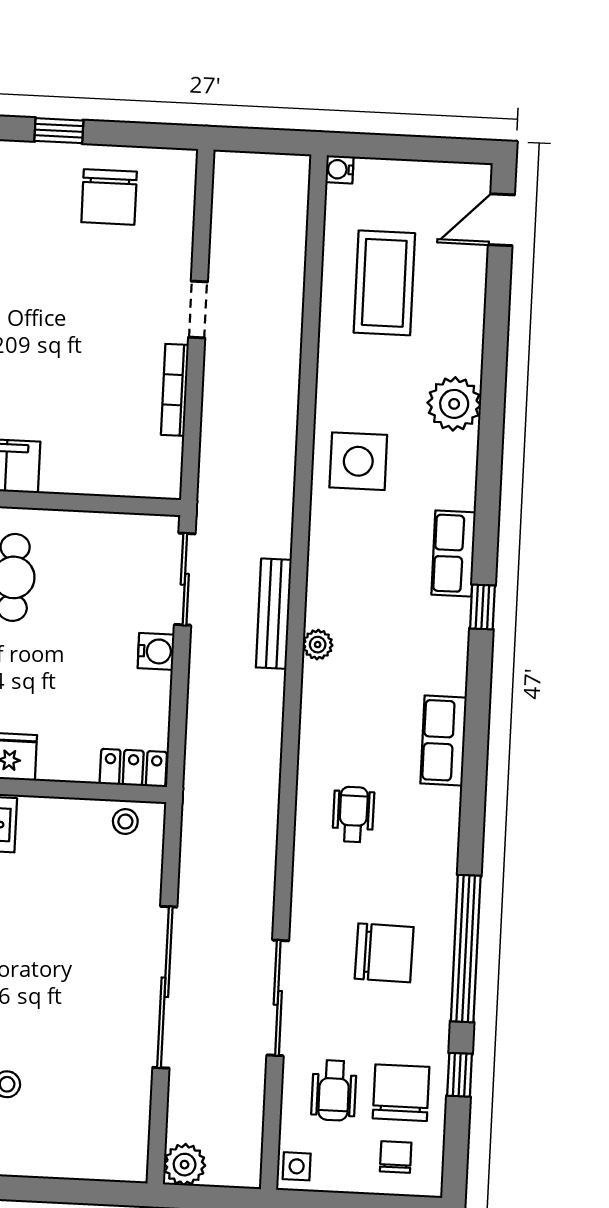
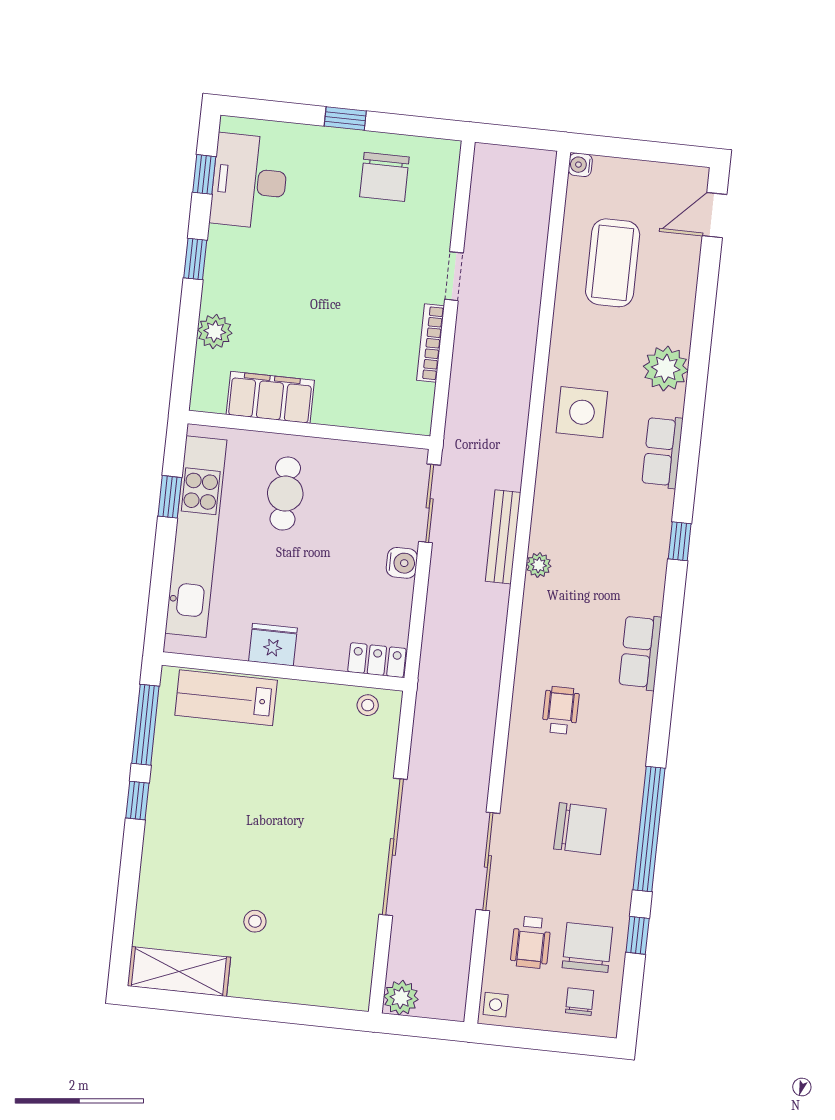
row of seats: (453, 553) -> (662, 452), moved

